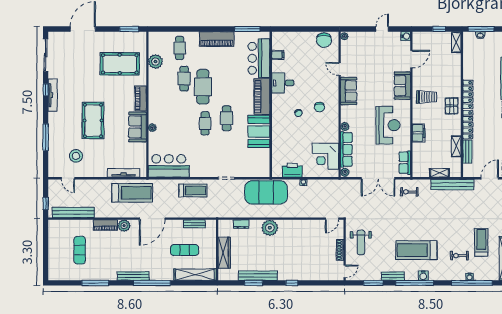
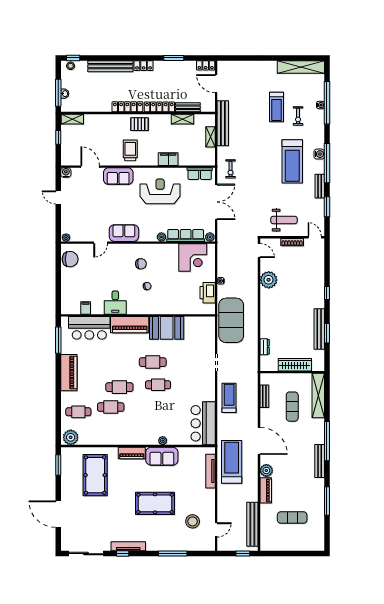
plant: (155, 62) -> (71, 437), moved
cafe table: (203, 87) -> (119, 387), width x0.73, depth x0.74
plant: (270, 228) -> (269, 280), moved
treadmill: (481, 242) -> (276, 107), moved, turned -90

